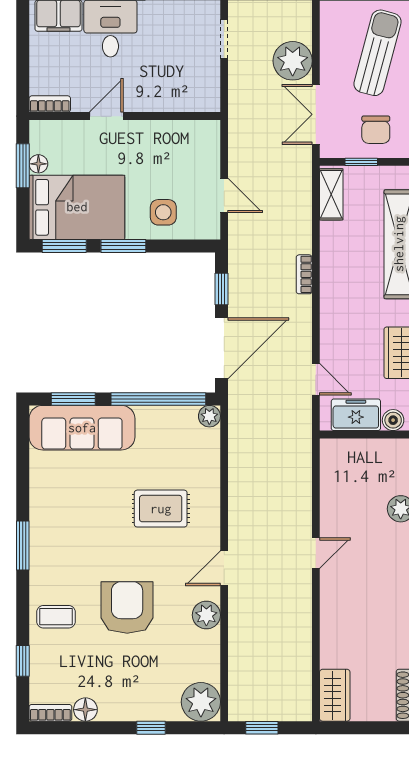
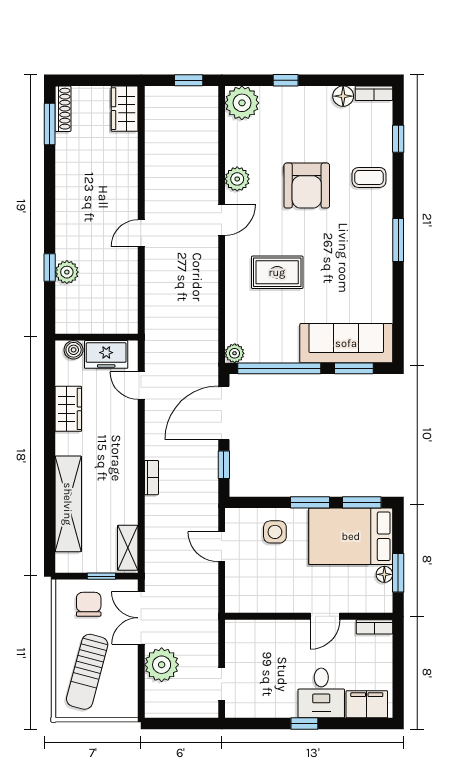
double door: (316, 114) -> (141, 618), swing flipped

